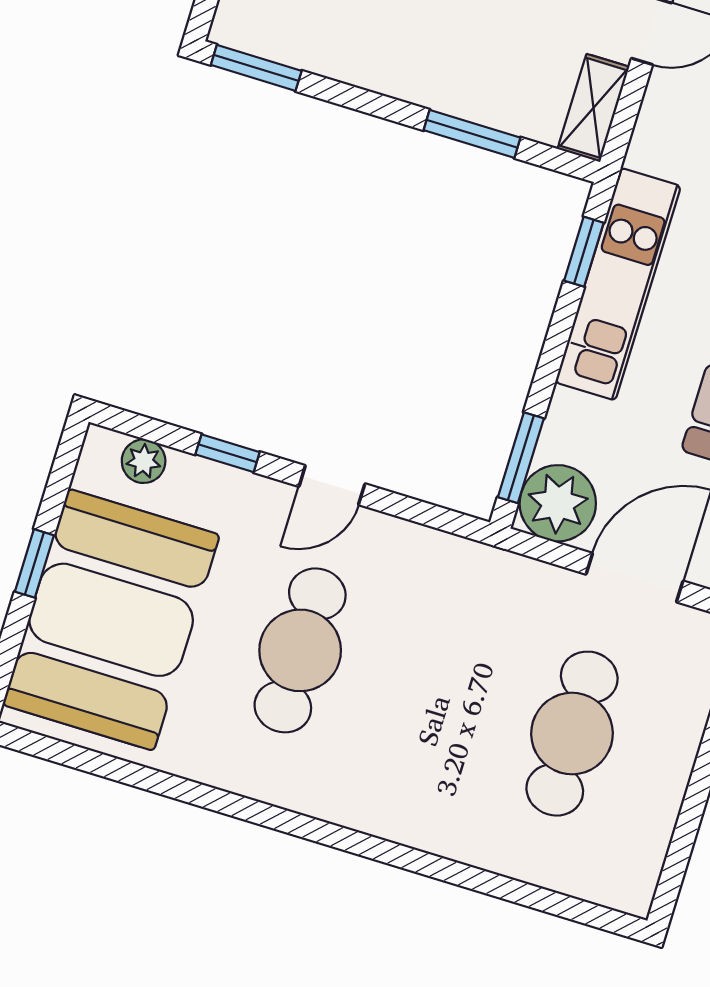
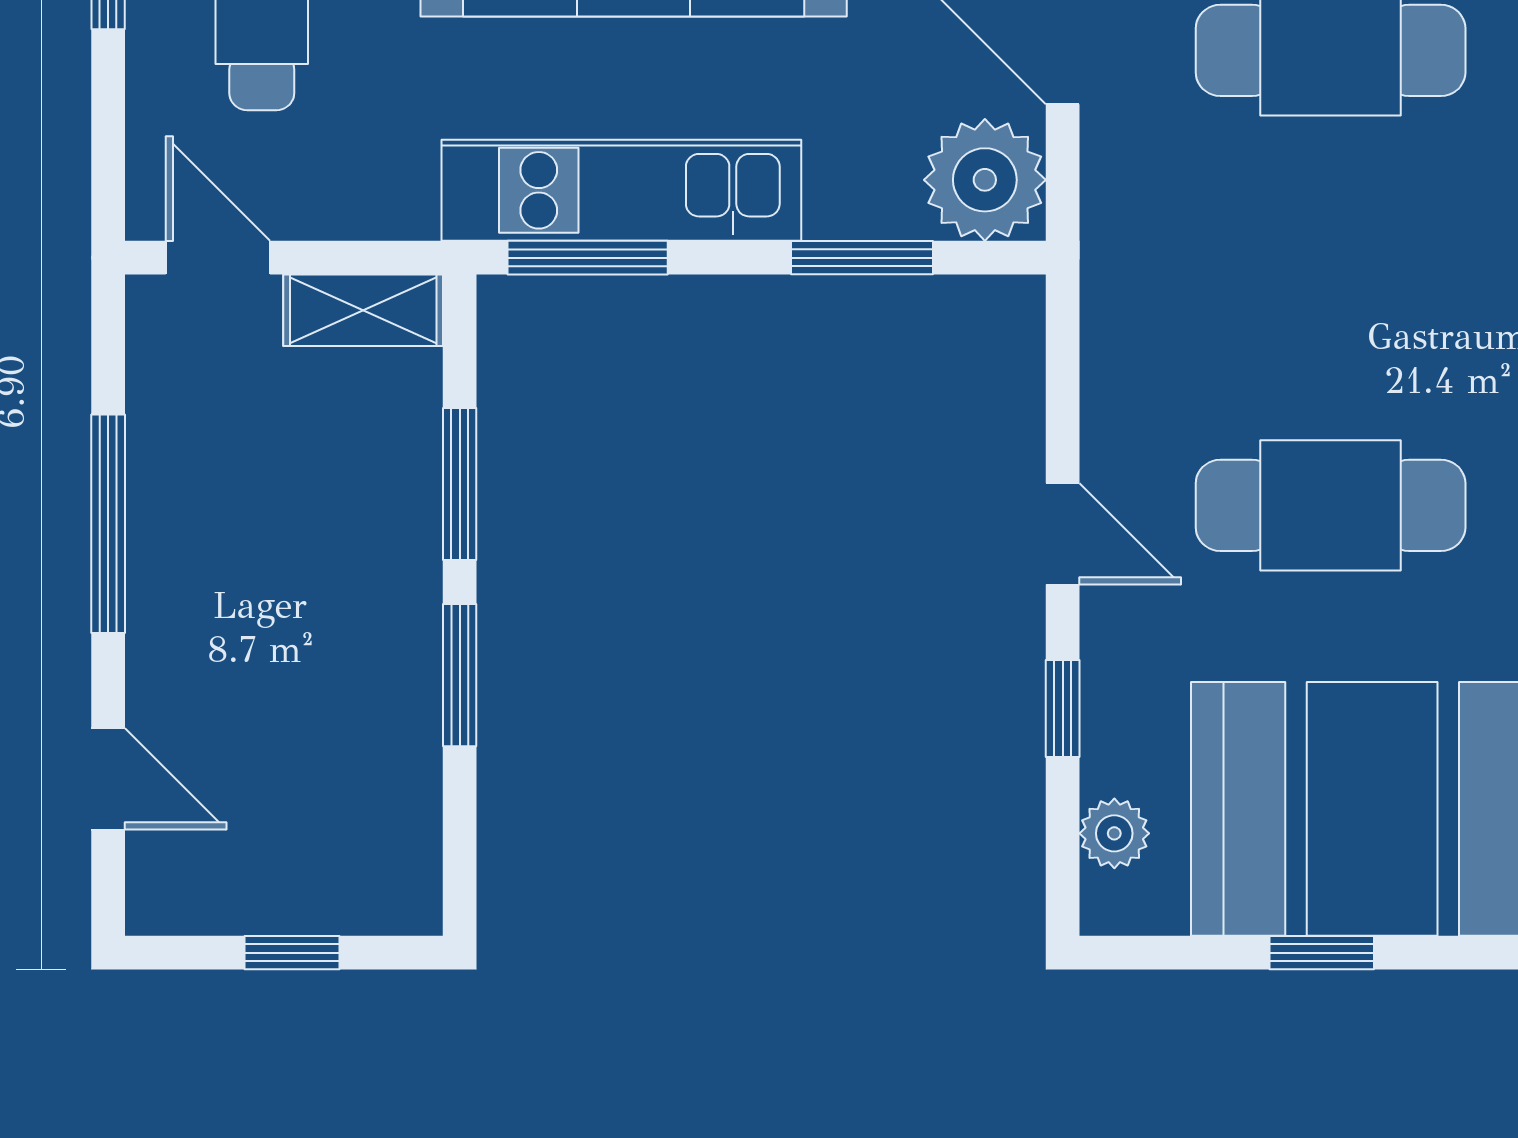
window: (256, 68) -> (460, 675), moved
window: (584, 252) -> (588, 258), width x1.50
window: (521, 458) -> (862, 258), moved

